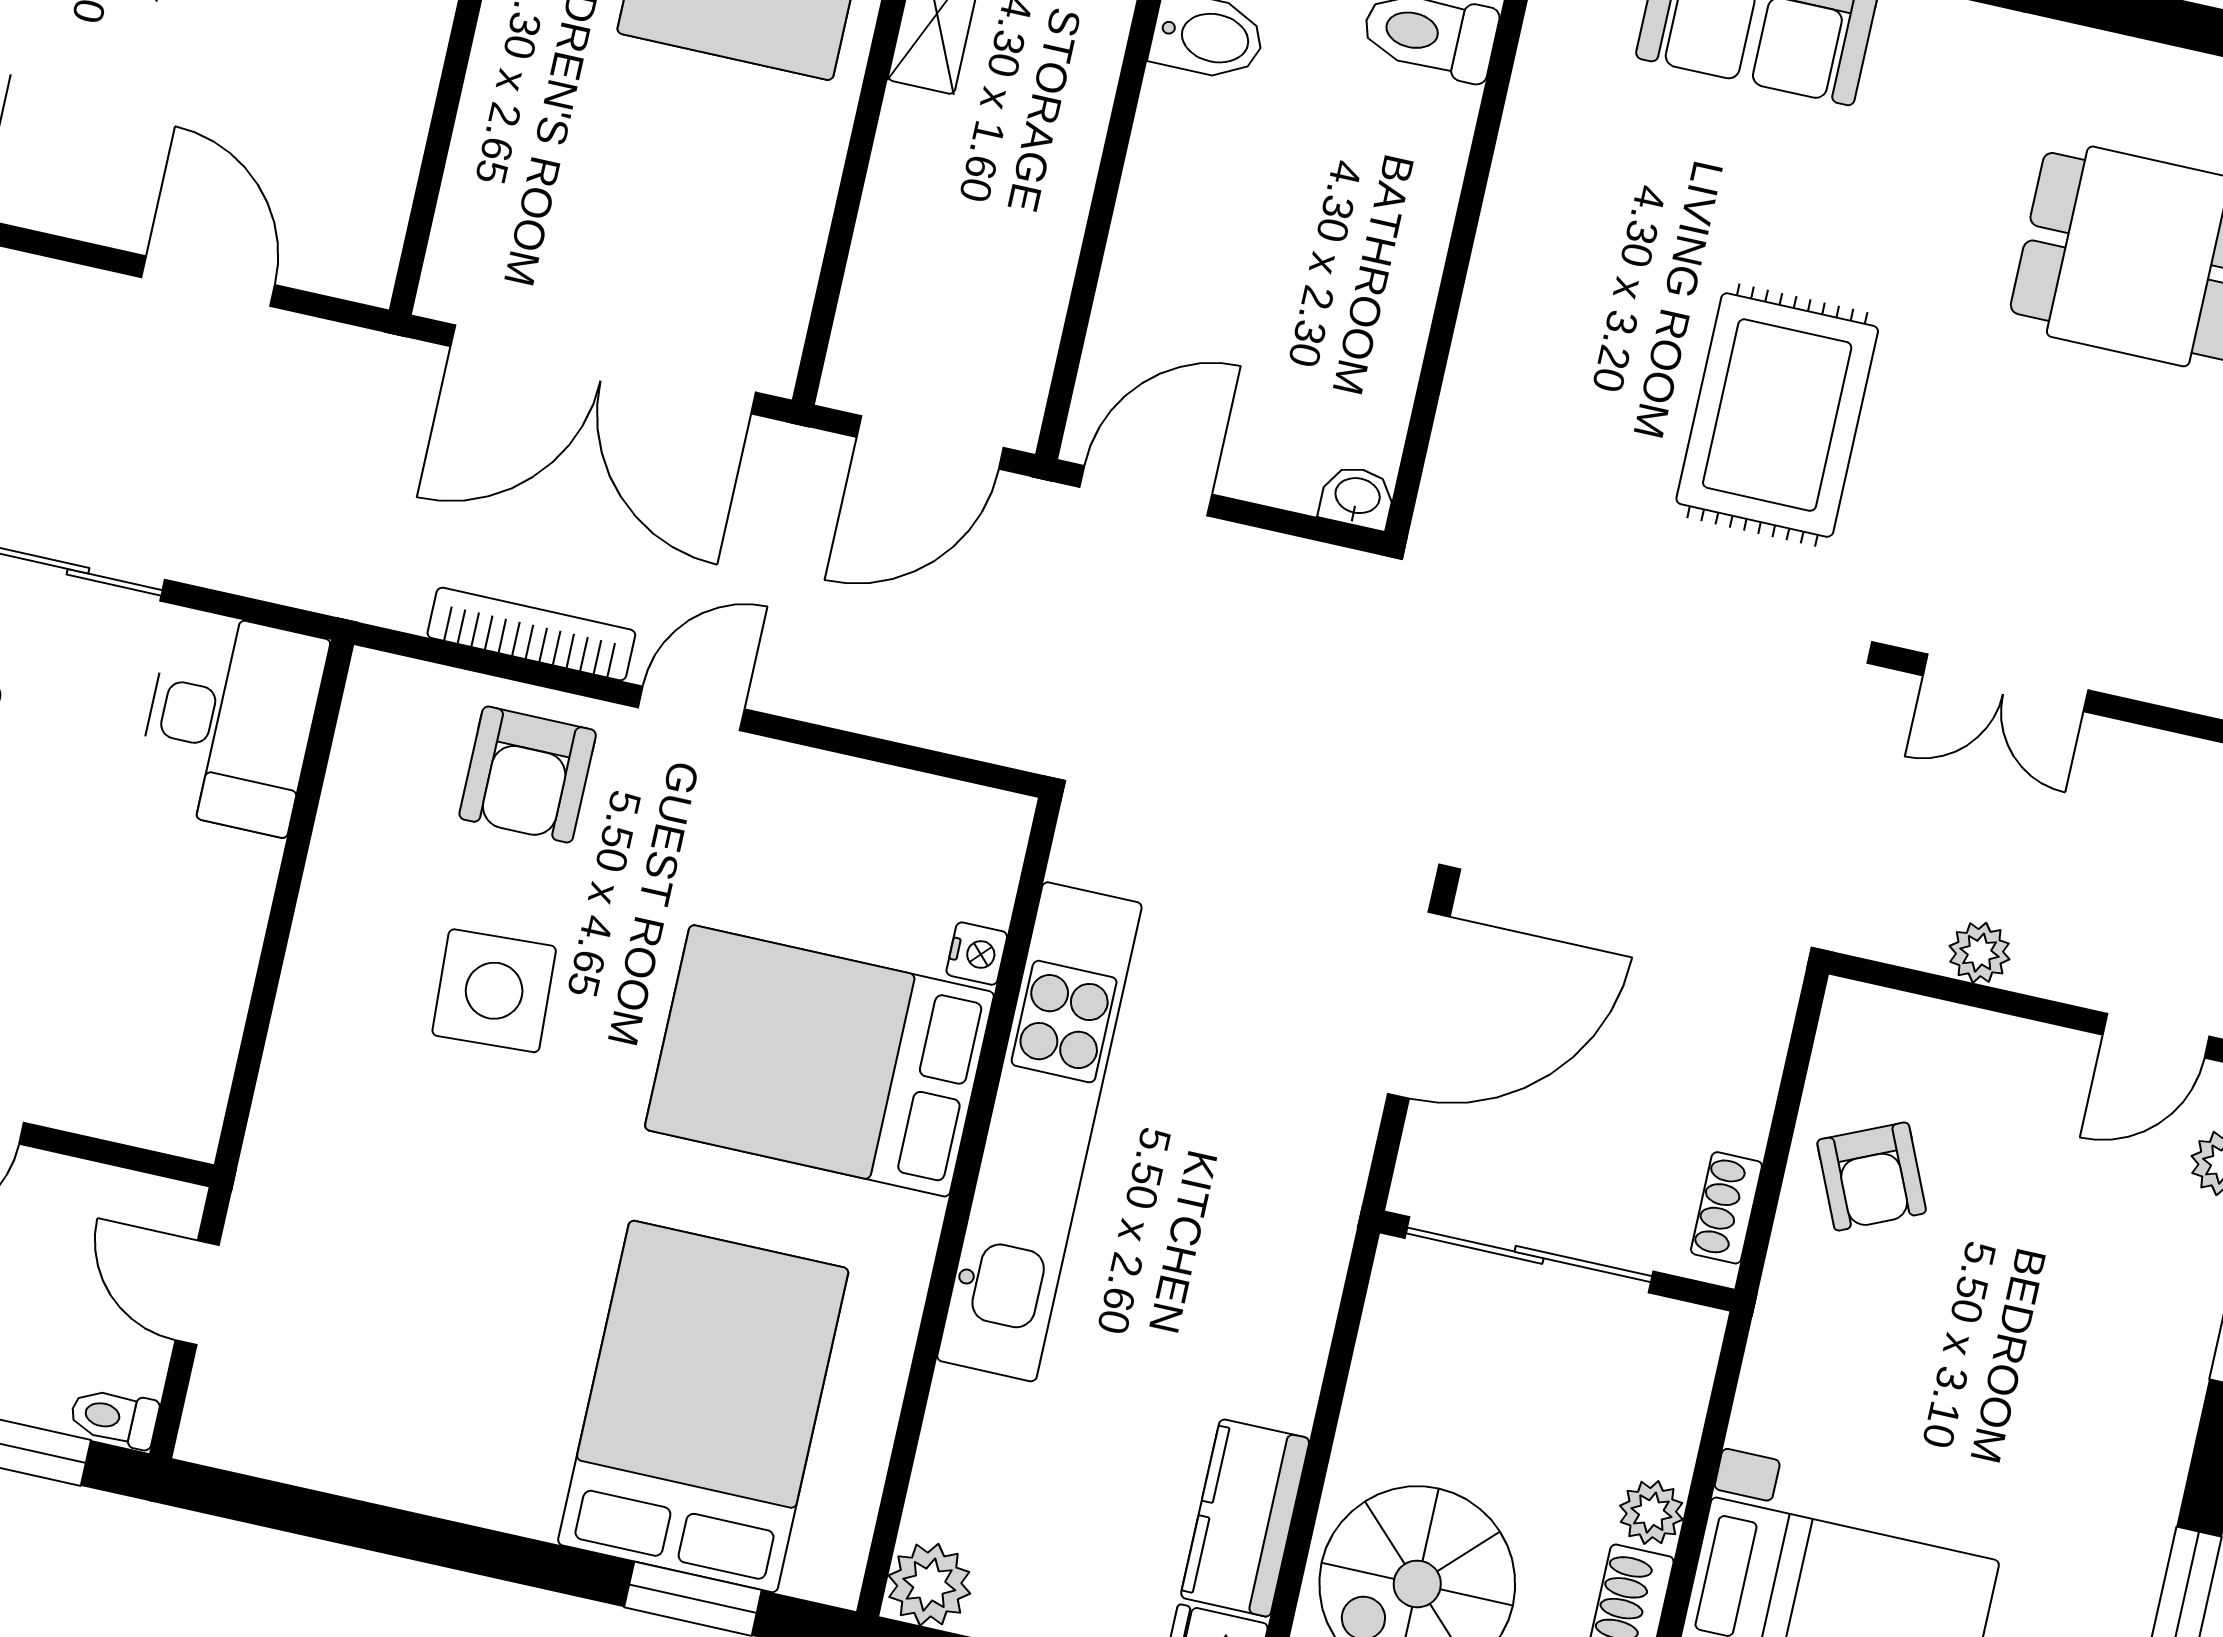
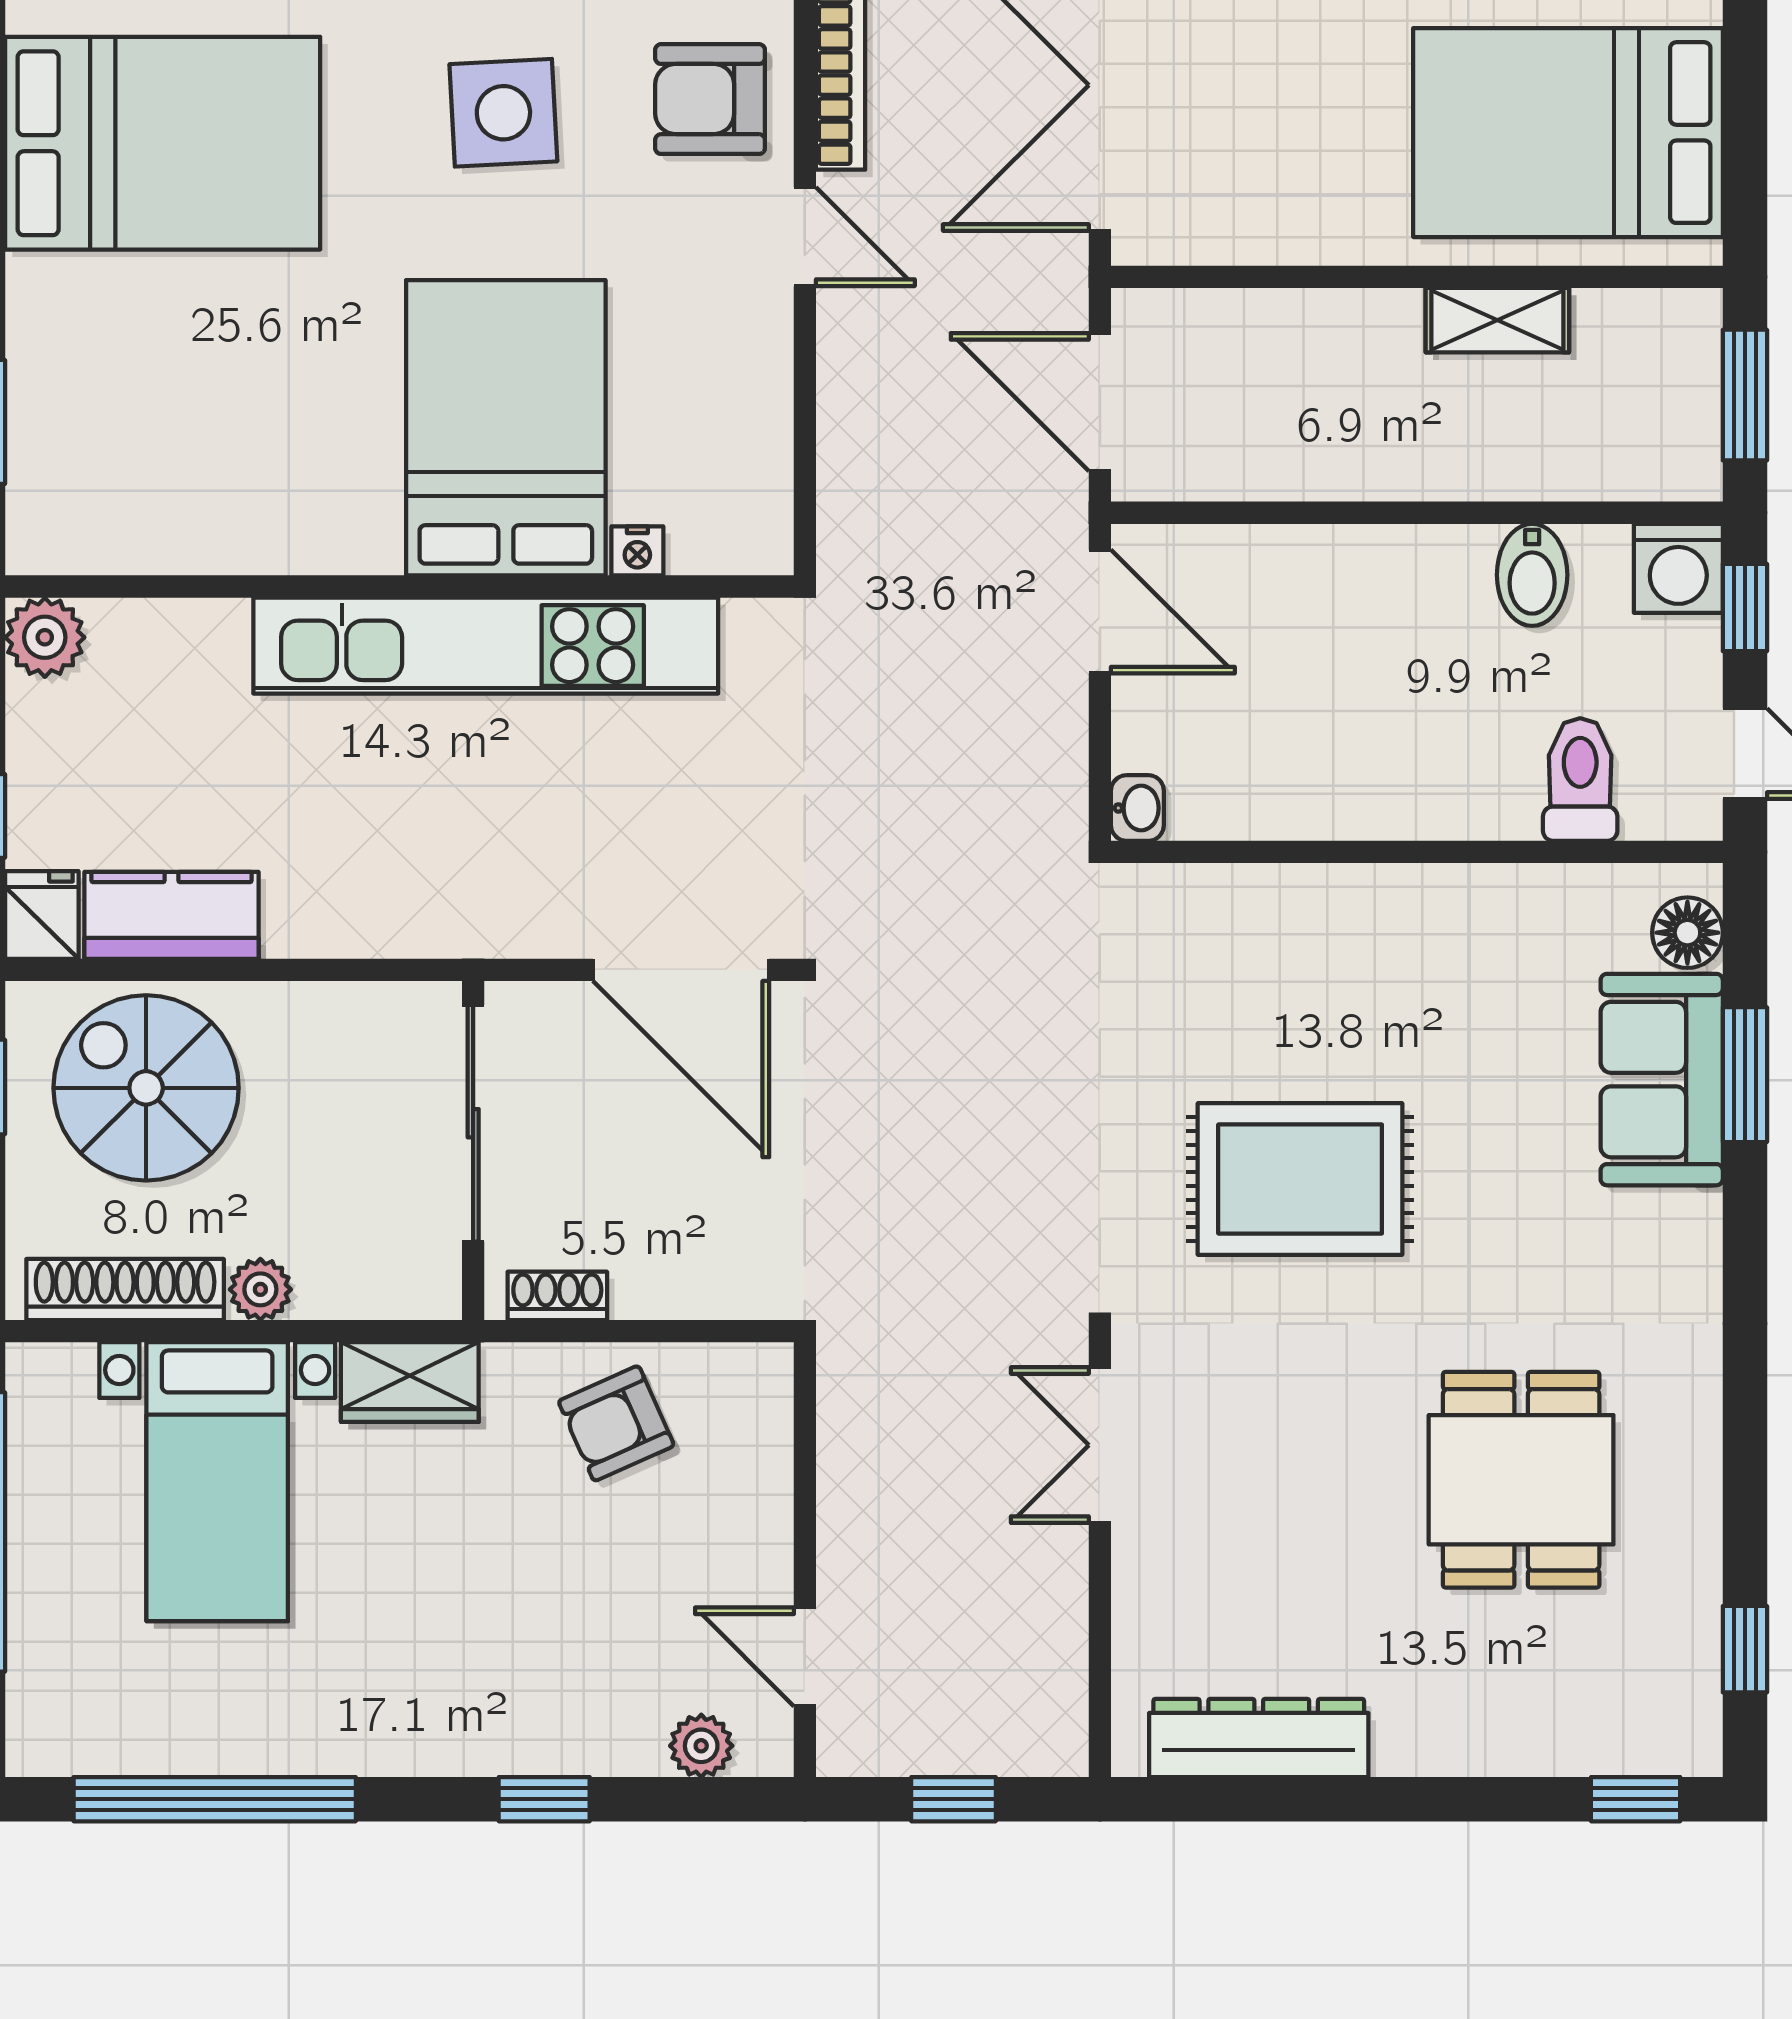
plant: (1980, 953) -> (845, 1477), removed
wardrobe: (1781, 1380) -> (410, 1382), added
bed: (703, 1406) -> (163, 143), moved

